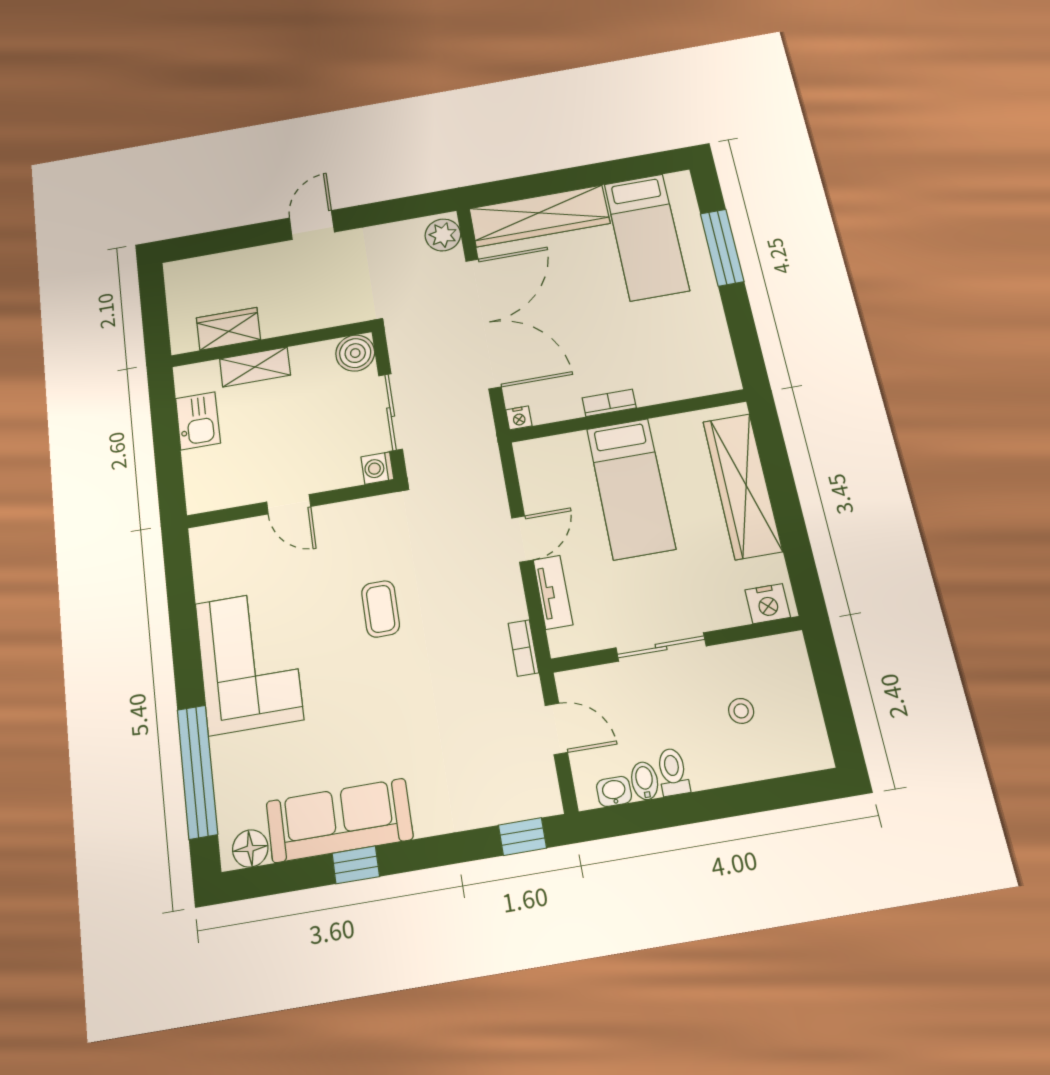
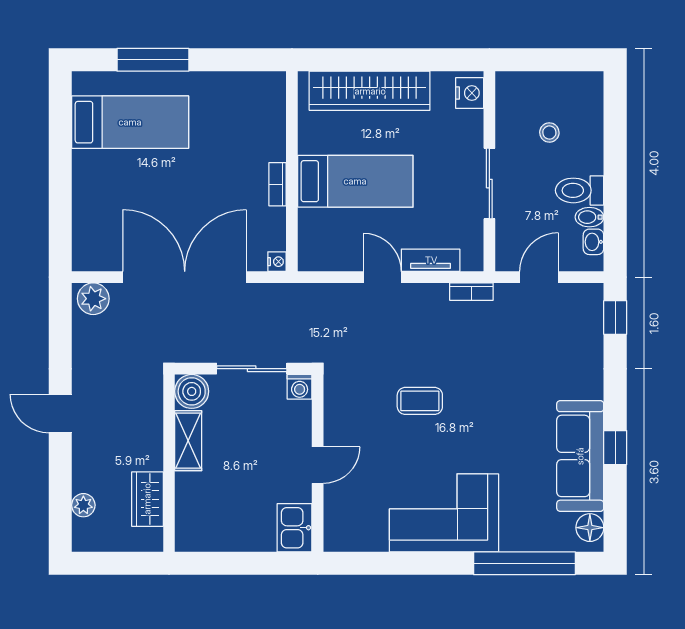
wardrobe: (539, 216) -> (91, 211), removed
plant: (215, 265) -> (83, 505), added
shelving: (255, 367) -> (188, 441), moved
kitchen sink: (198, 421) -> (295, 528), moved, turned -90
toilet: (673, 772) -> (580, 190), width x1.37, depth x1.39

